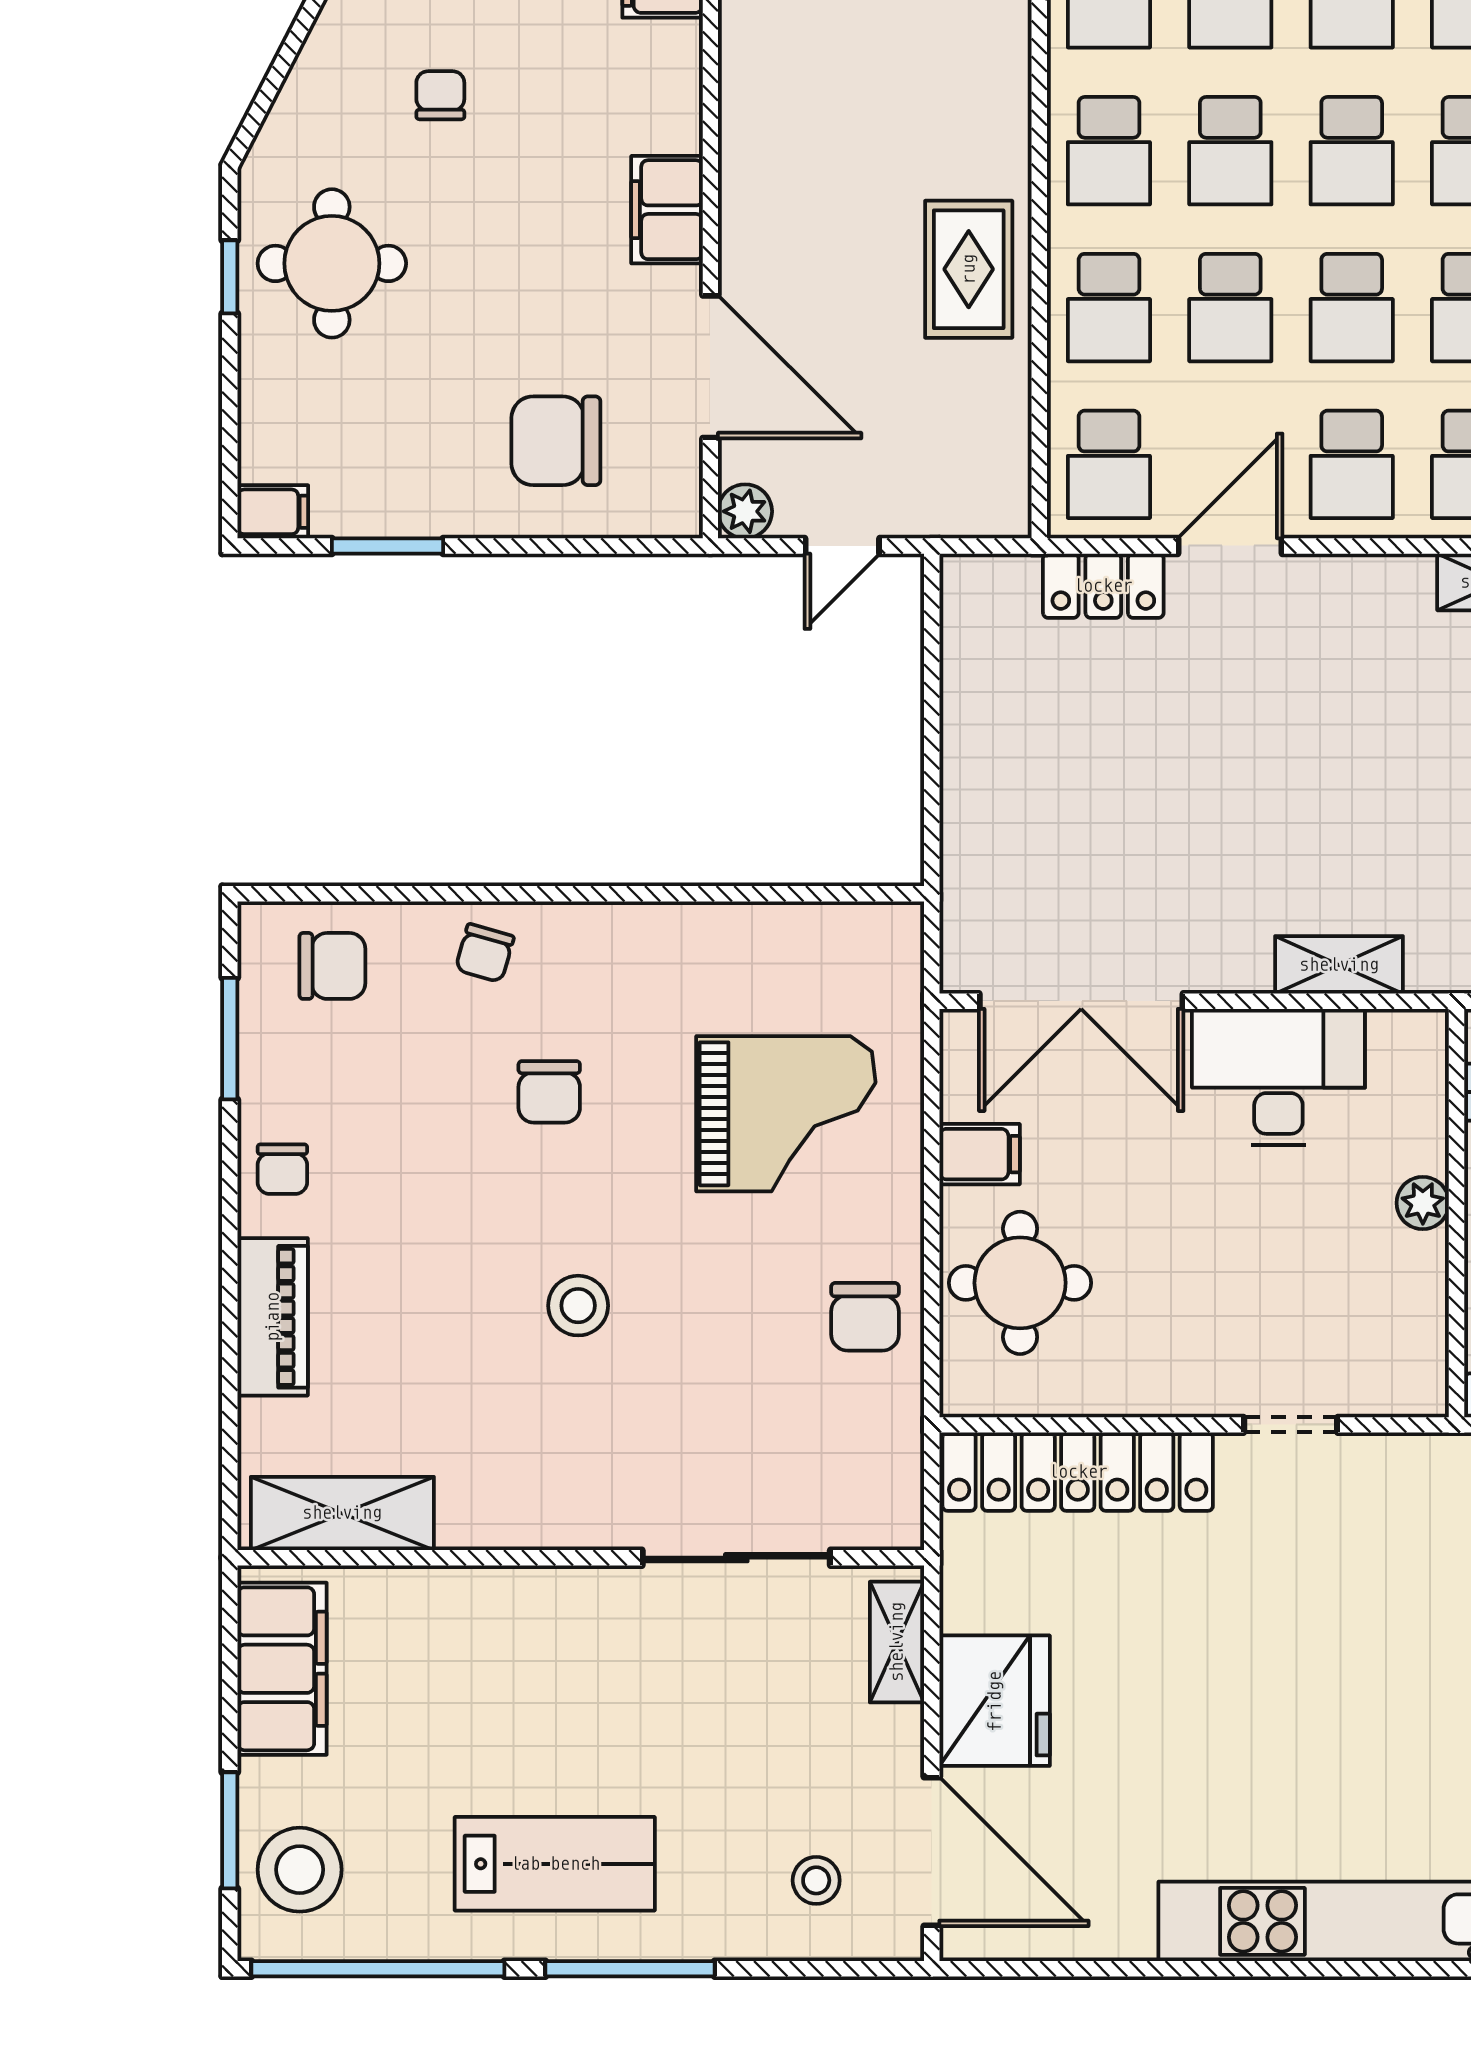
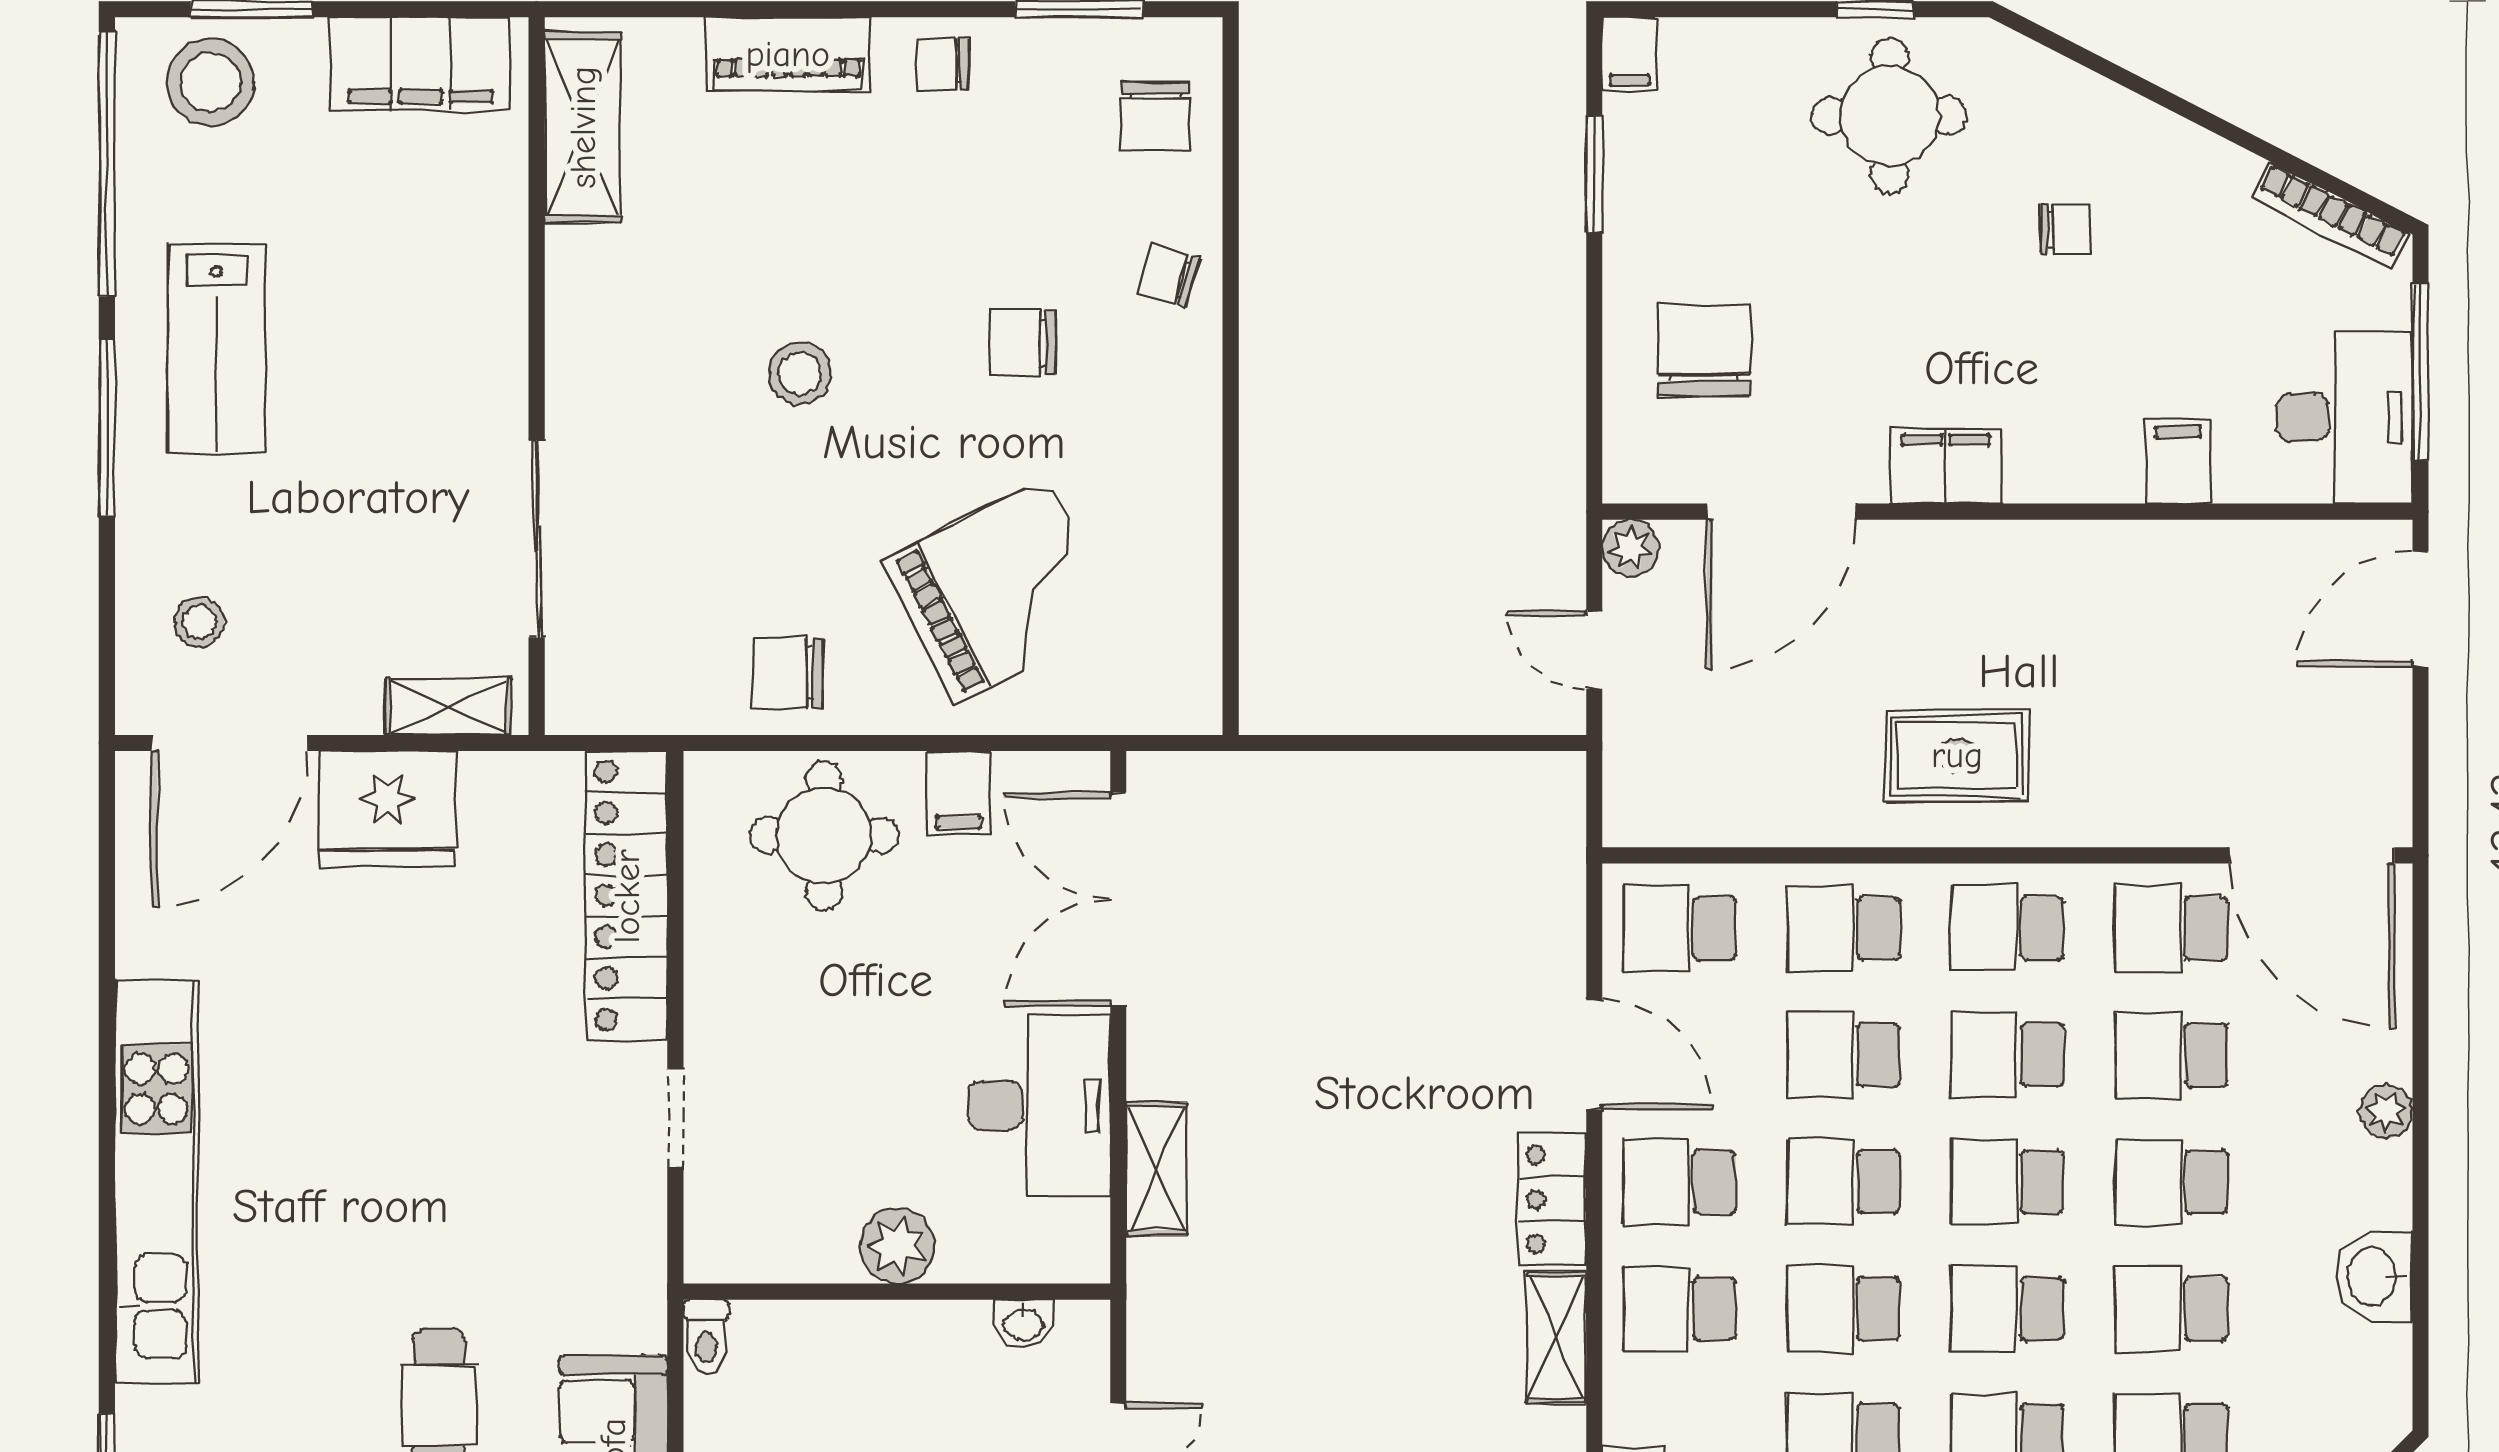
rug: (969, 269) -> (1957, 755), moved
locker: (1103, 586) -> (1553, 1199), moved
grand piano: (786, 1114) -> (1001, 590), turned -117
plant: (1423, 1203) -> (897, 1246), width x1.38, depth x1.38

